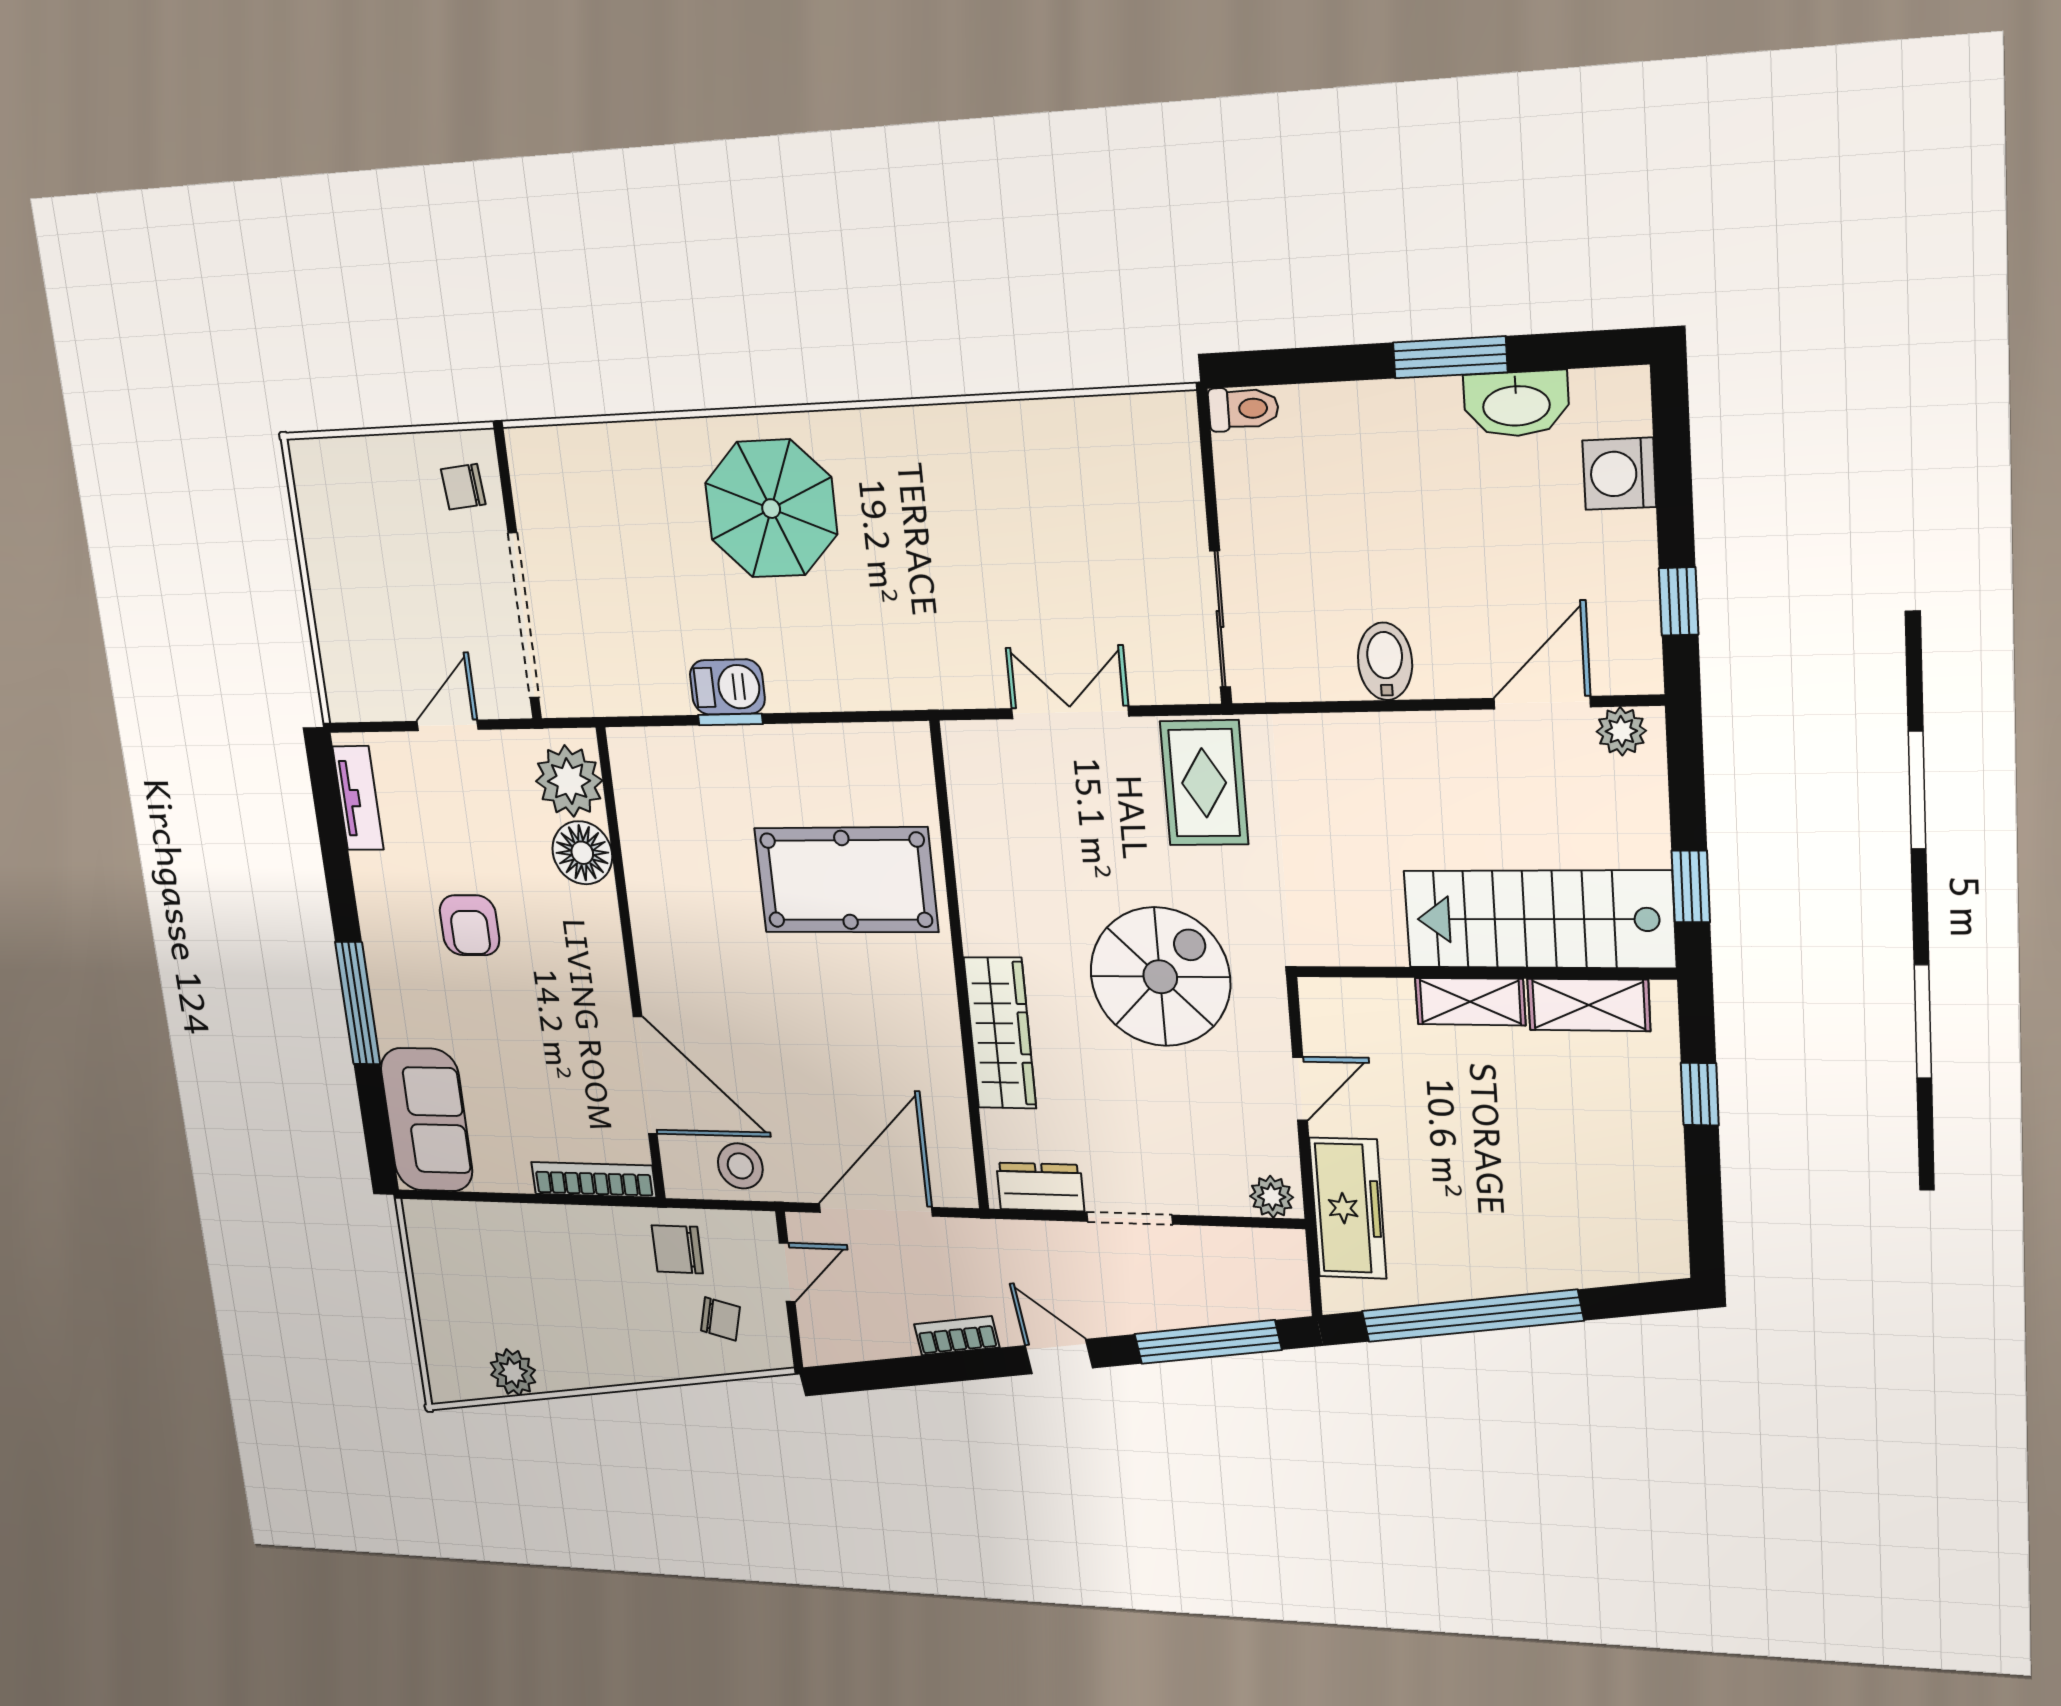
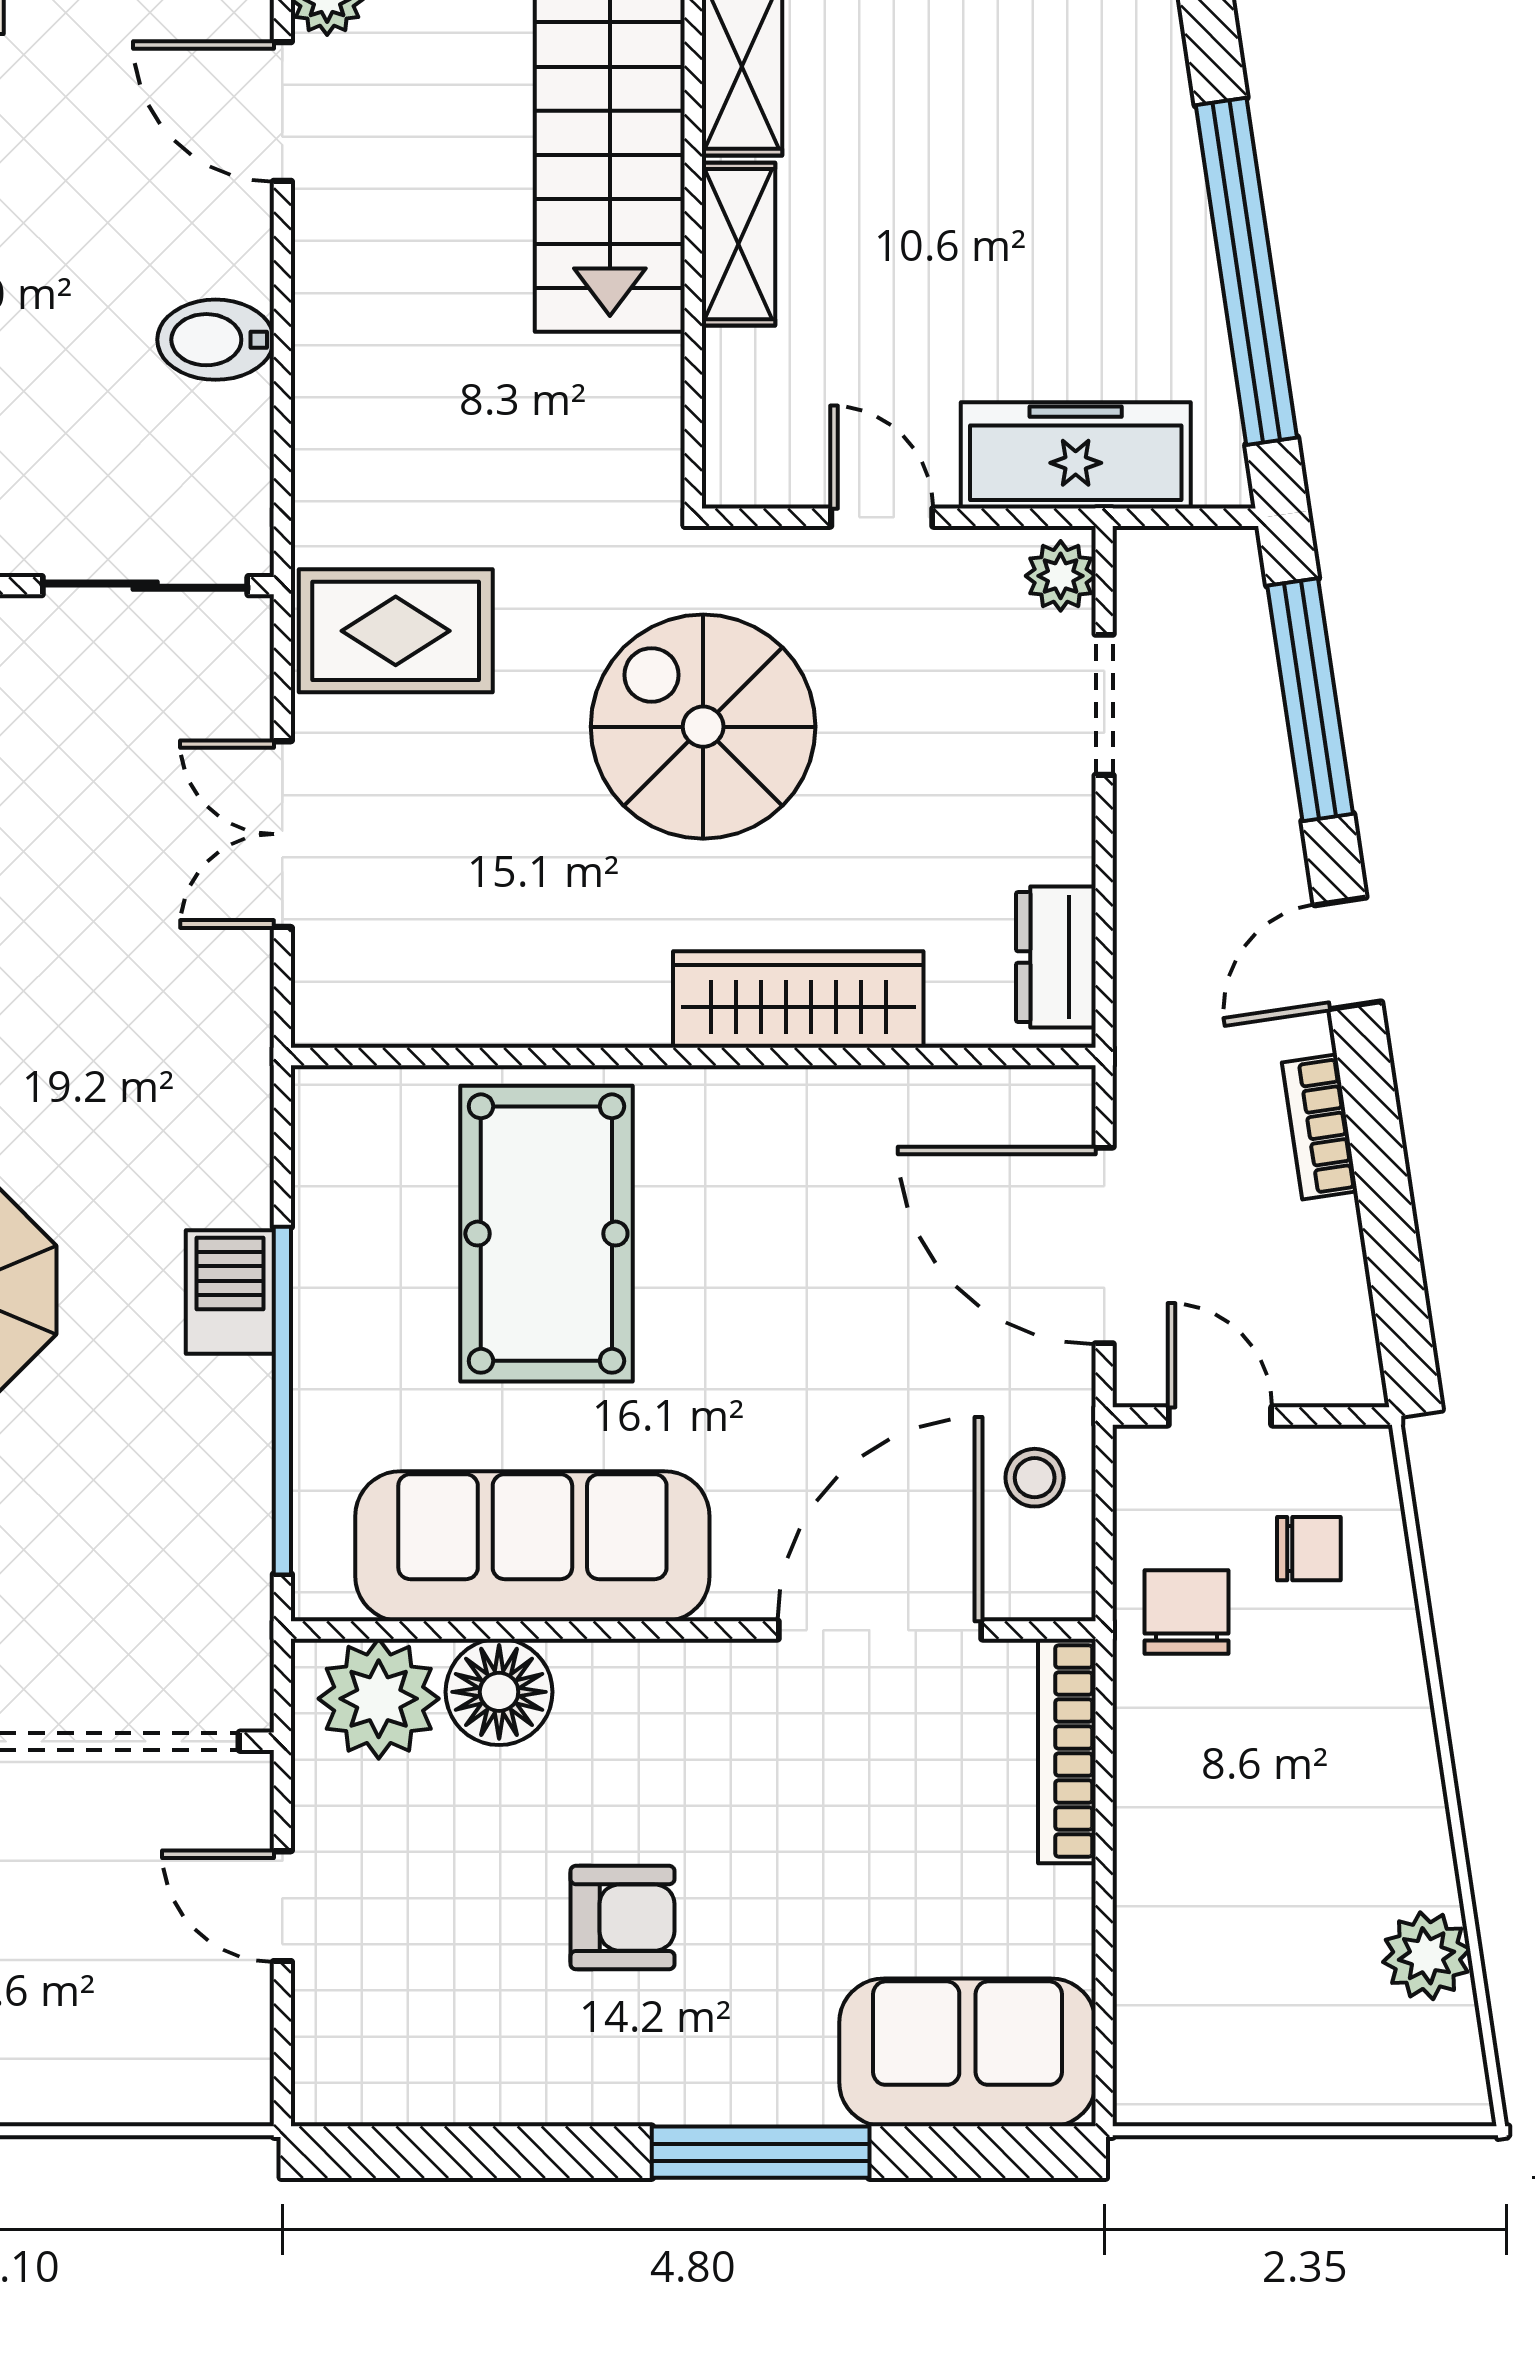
barbecue: (727, 687) -> (230, 1292), moved
window: (730, 719) -> (282, 1401), width x3.17
tv unit: (358, 798) -> (403, 2093), removed
sofa: (666, 872) -> (532, 1546), added
stool: (740, 1166) -> (1035, 1478), width x0.73, depth x0.73
doorway: (1129, 1218) -> (1104, 705), moved
chair: (677, 1249) -> (1186, 1612), turned 180
chair: (720, 1319) -> (1309, 1549), turned 76

